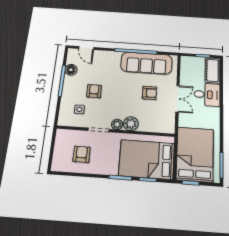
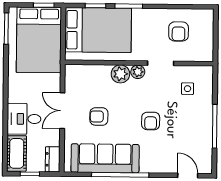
dresser: (186, 65) -> (53, 159), added
floor lamp: (71, 70) -> (205, 143), removed
armchair: (94, 91) -> (151, 121), moved

